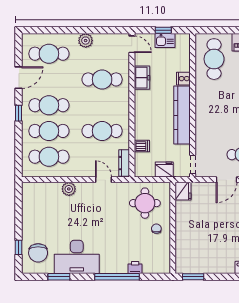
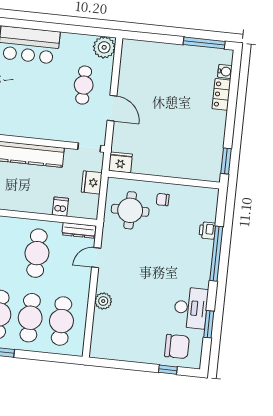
desk: (77, 257) -> (191, 308), width x0.73, depth x0.77

